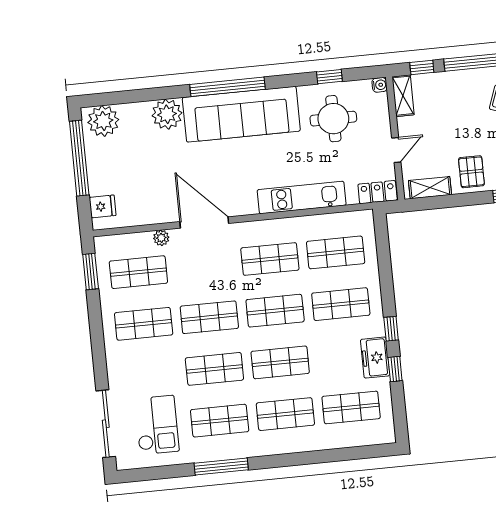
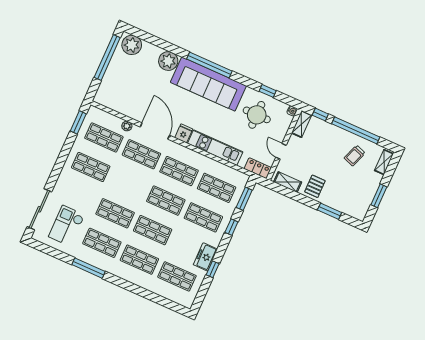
door: (396, 150) -> (281, 151), swing flipped
fridge: (103, 206) -> (184, 133), moved, turned -90
window: (383, 246) -> (244, 199), added
shop shelf: (209, 317) -> (141, 154), moved
window: (391, 329) -> (231, 227), moved
checkout: (157, 425) -> (67, 226), turned 180

